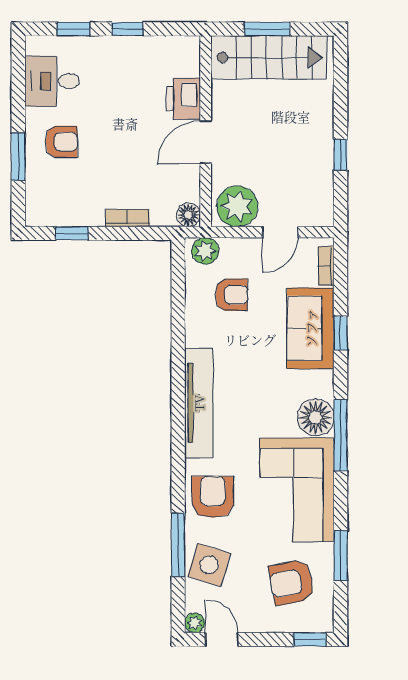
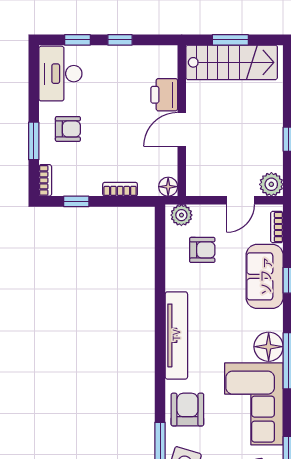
desk: (52, 81) -> (60, 74), width x1.37
plant: (237, 206) -> (271, 184), moved, width x0.73, depth x0.73
bookcase: (33, 207) -> (45, 180), added

